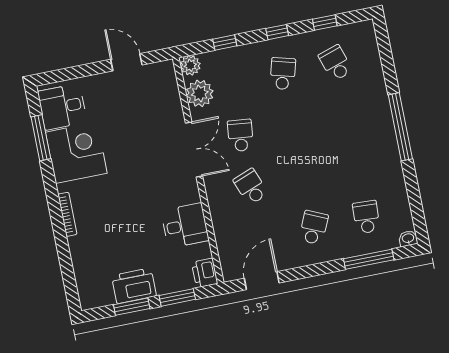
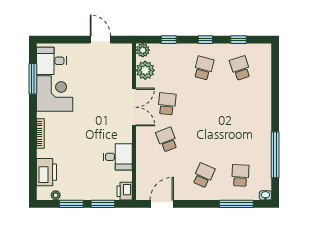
window: (400, 127) -> (275, 155), moved
printer: (134, 286) -> (47, 172), moved, turned 90
plant: (107, 298) -> (56, 195), added

